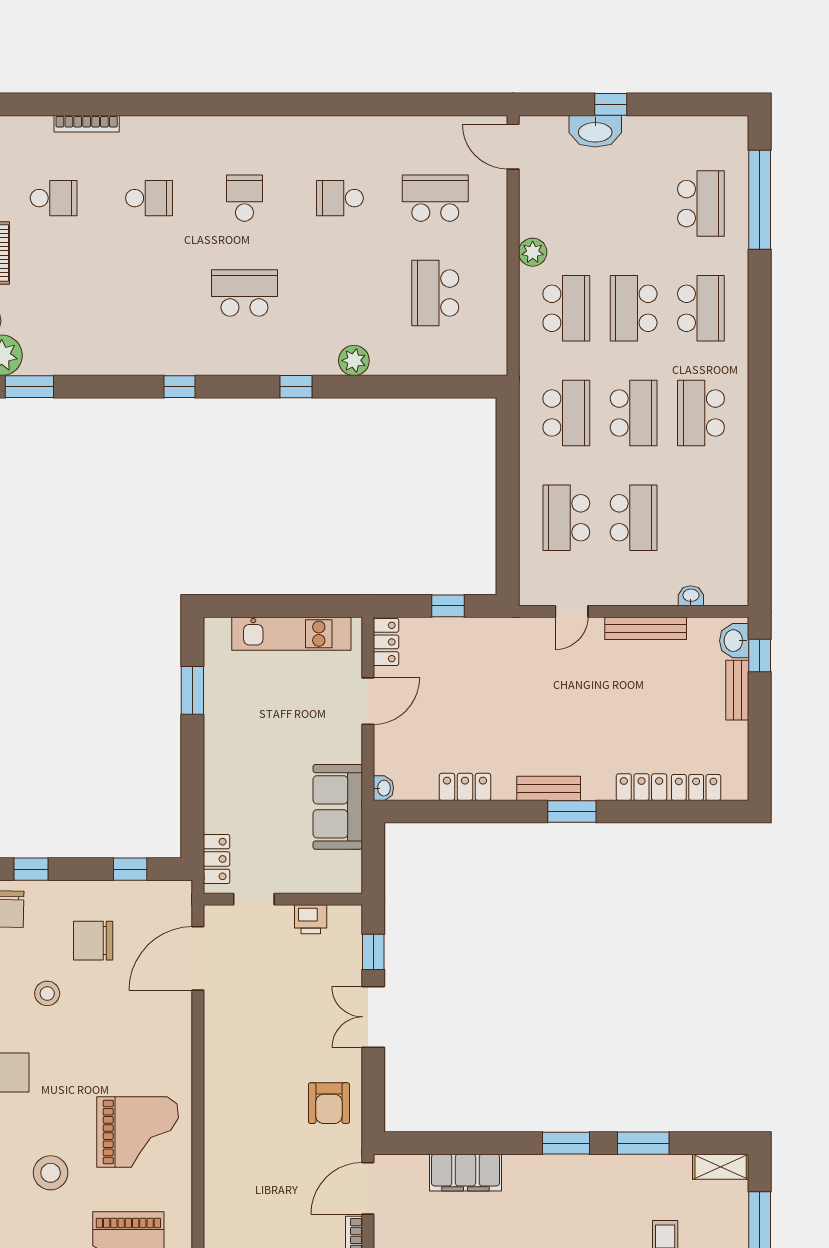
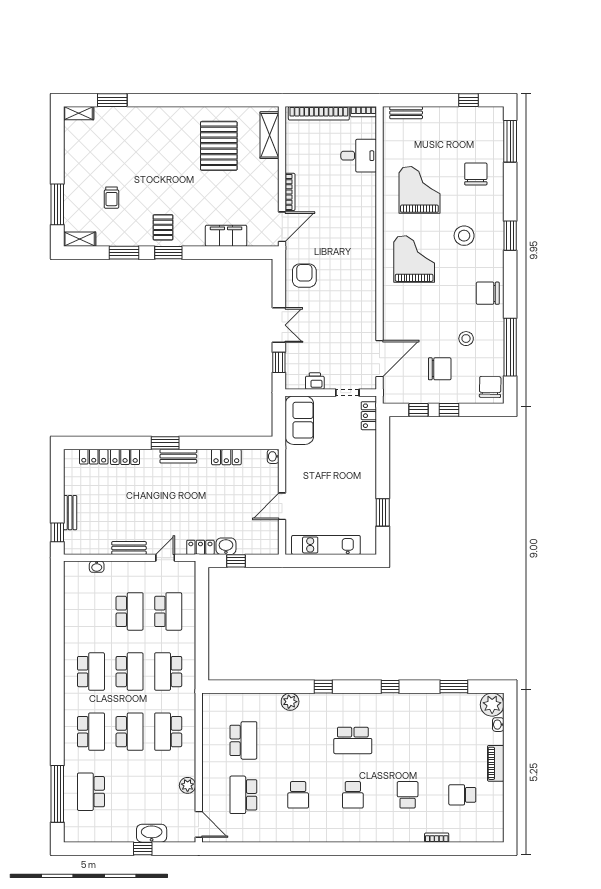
bookcase: (87, 124) -> (437, 838), width x0.64
school desk: (149, 198) -> (408, 795), turned 90
school desk: (340, 198) -> (298, 795), turned 90
school desk: (435, 198) -> (243, 795), turned 90
plant: (533, 252) -> (188, 785), moved
school desk: (701, 308) -> (91, 732), turned 180
window: (29, 387) -> (454, 687), moved
school desk: (634, 413) -> (130, 672), turned 180
school desk: (634, 518) -> (130, 611), turned 180
bench: (646, 628) -> (129, 548), width x0.73
washbasin: (734, 641) -> (226, 546), moved, turned -90
locker: (386, 642) -> (200, 547), moved, turned 90
sofa: (338, 807) -> (299, 420), moved
window: (31, 869) -> (449, 410), moved
grand piano: (138, 1132) -> (414, 259), turned 90
pallet: (575, 1187) -> (163, 227), added

